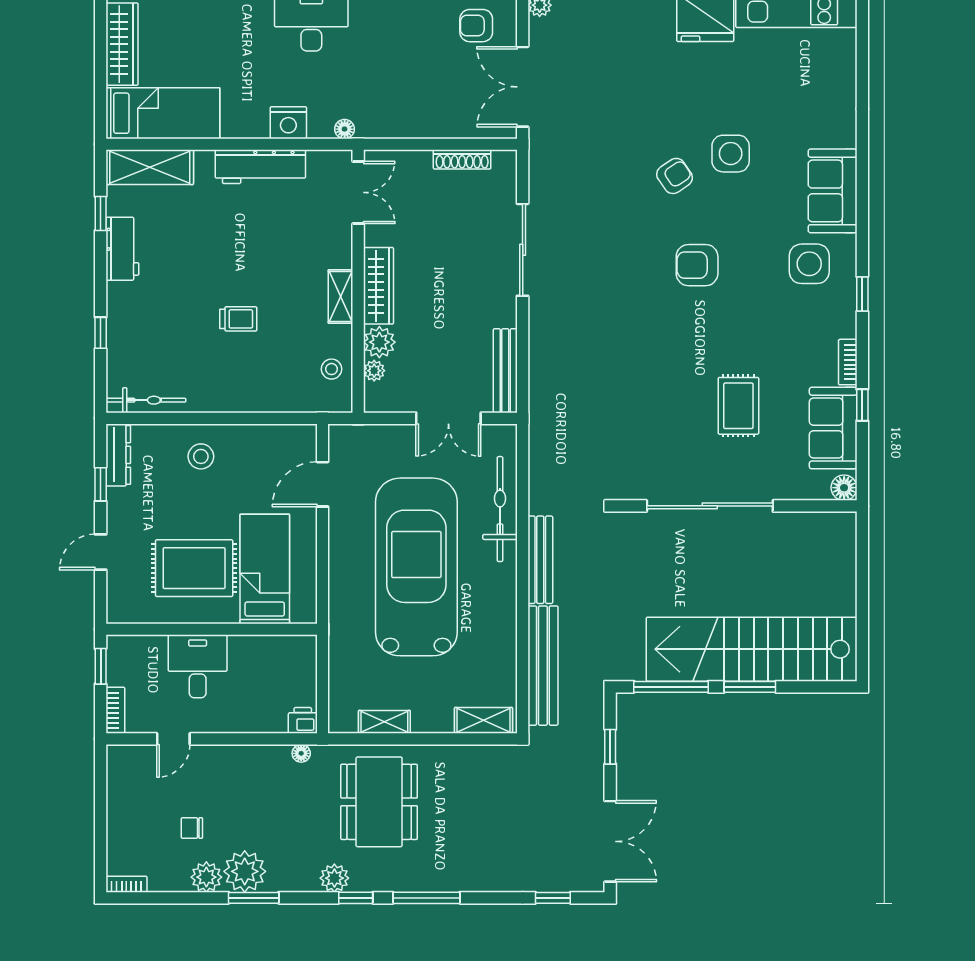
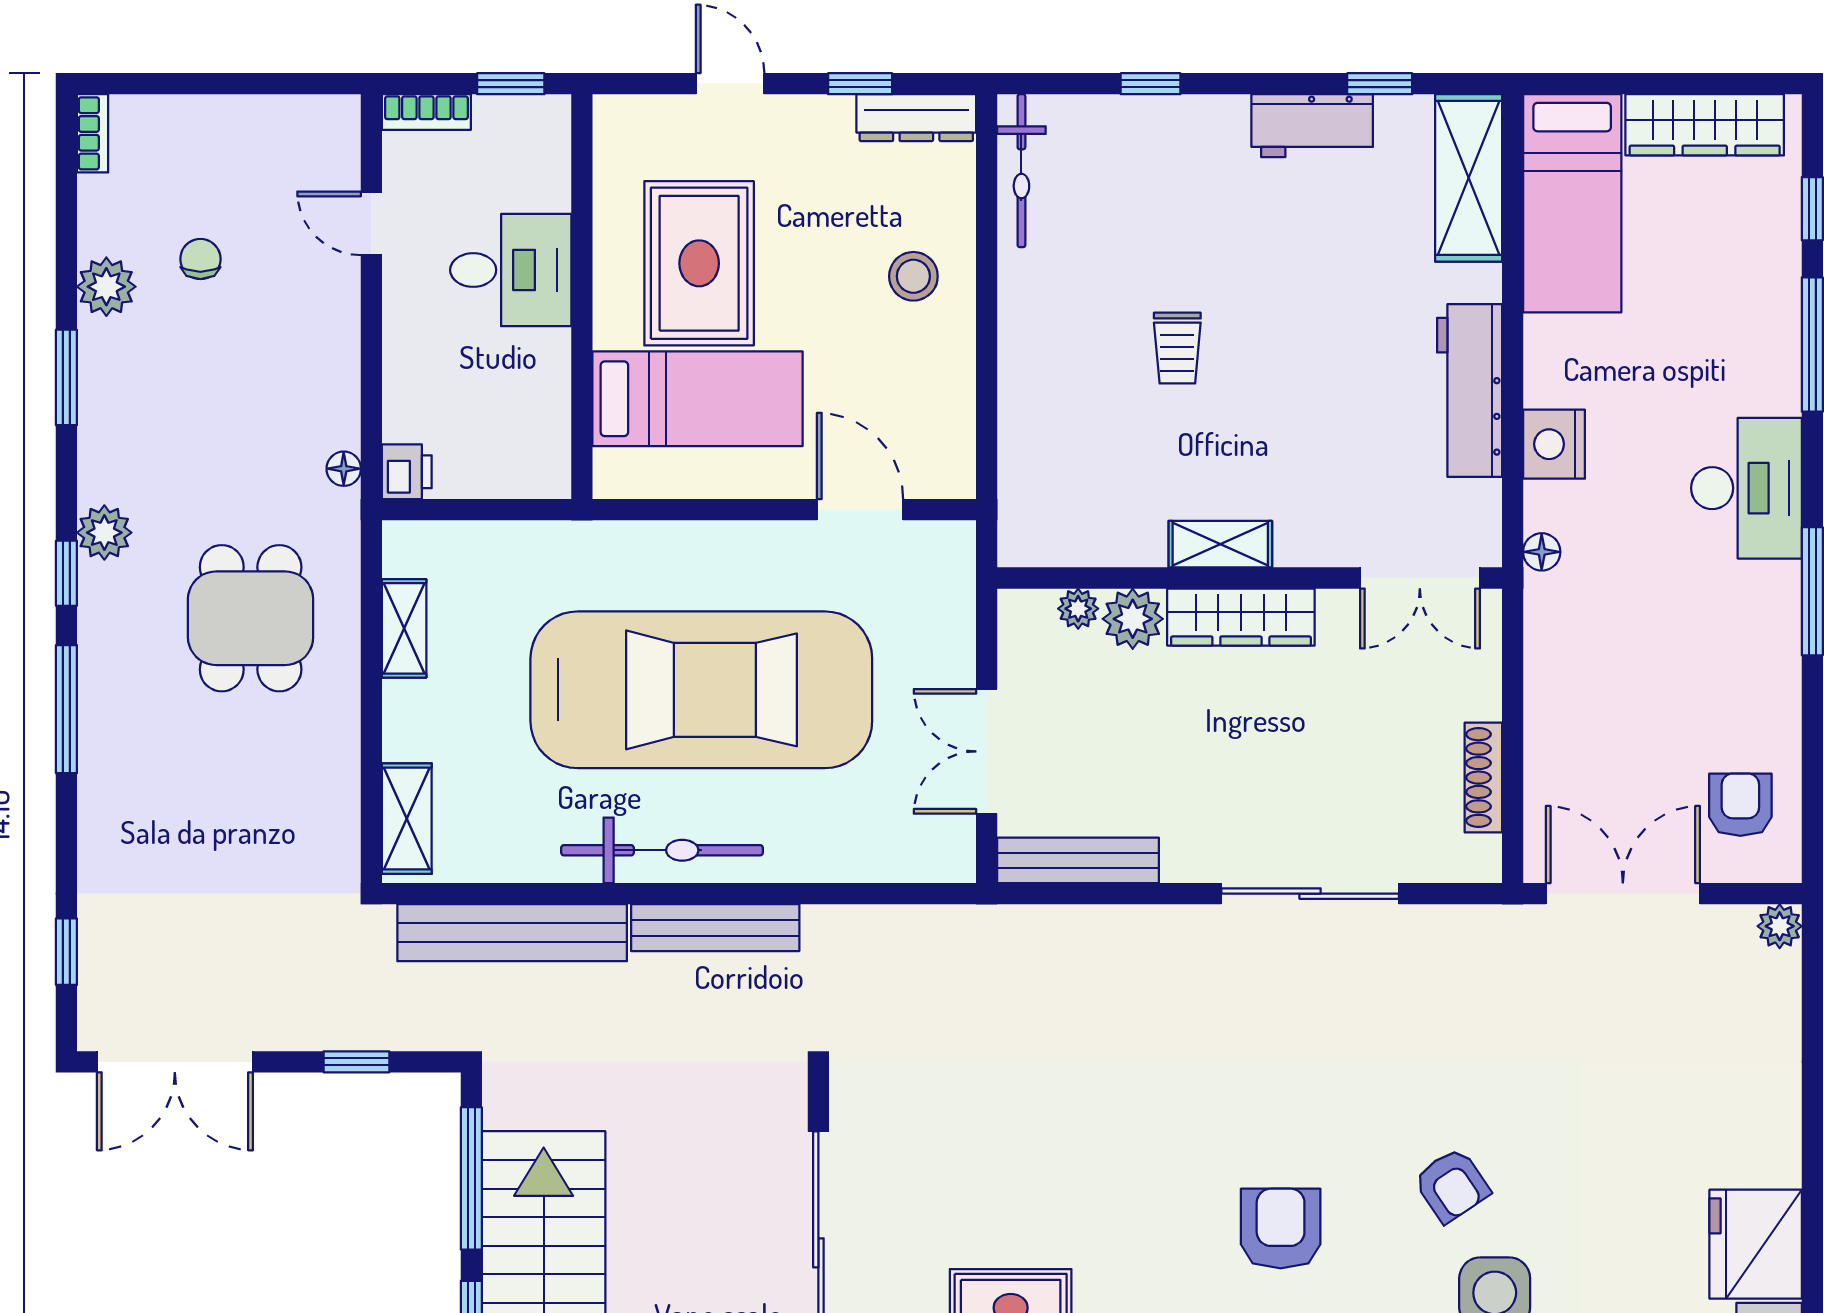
stool: (331, 369) -> (1081, 527), removed
bicycle: (500, 509) -> (662, 850), moved
dining table: (379, 802) -> (251, 618), width x0.73
plant: (245, 871) -> (117, 360), removed

